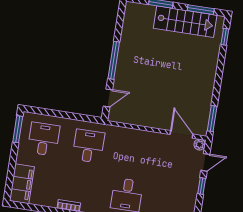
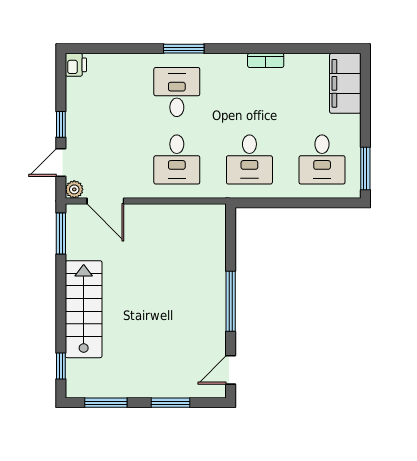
stairs: (185, 22) -> (84, 309), moved, turned 90
door: (108, 98) -> (231, 370), moved
desk: (133, 153) -> (177, 159), added

